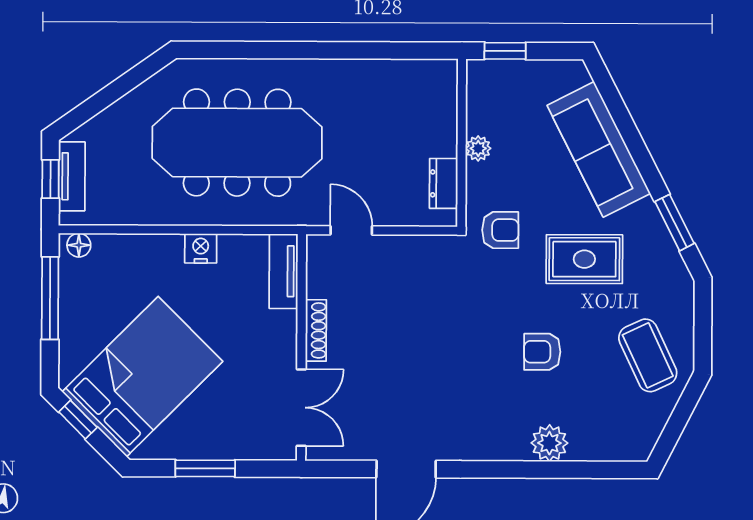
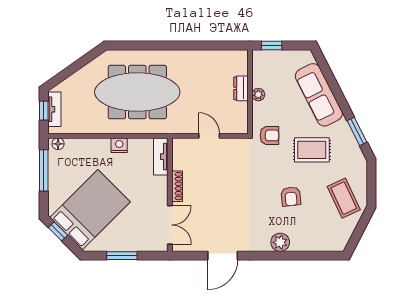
dresser: (444, 183) -> (241, 88), moved
door: (351, 230) -> (209, 136), moved
armchair: (542, 352) -> (291, 196), turned -96
plant: (549, 443) -> (280, 242), moved

